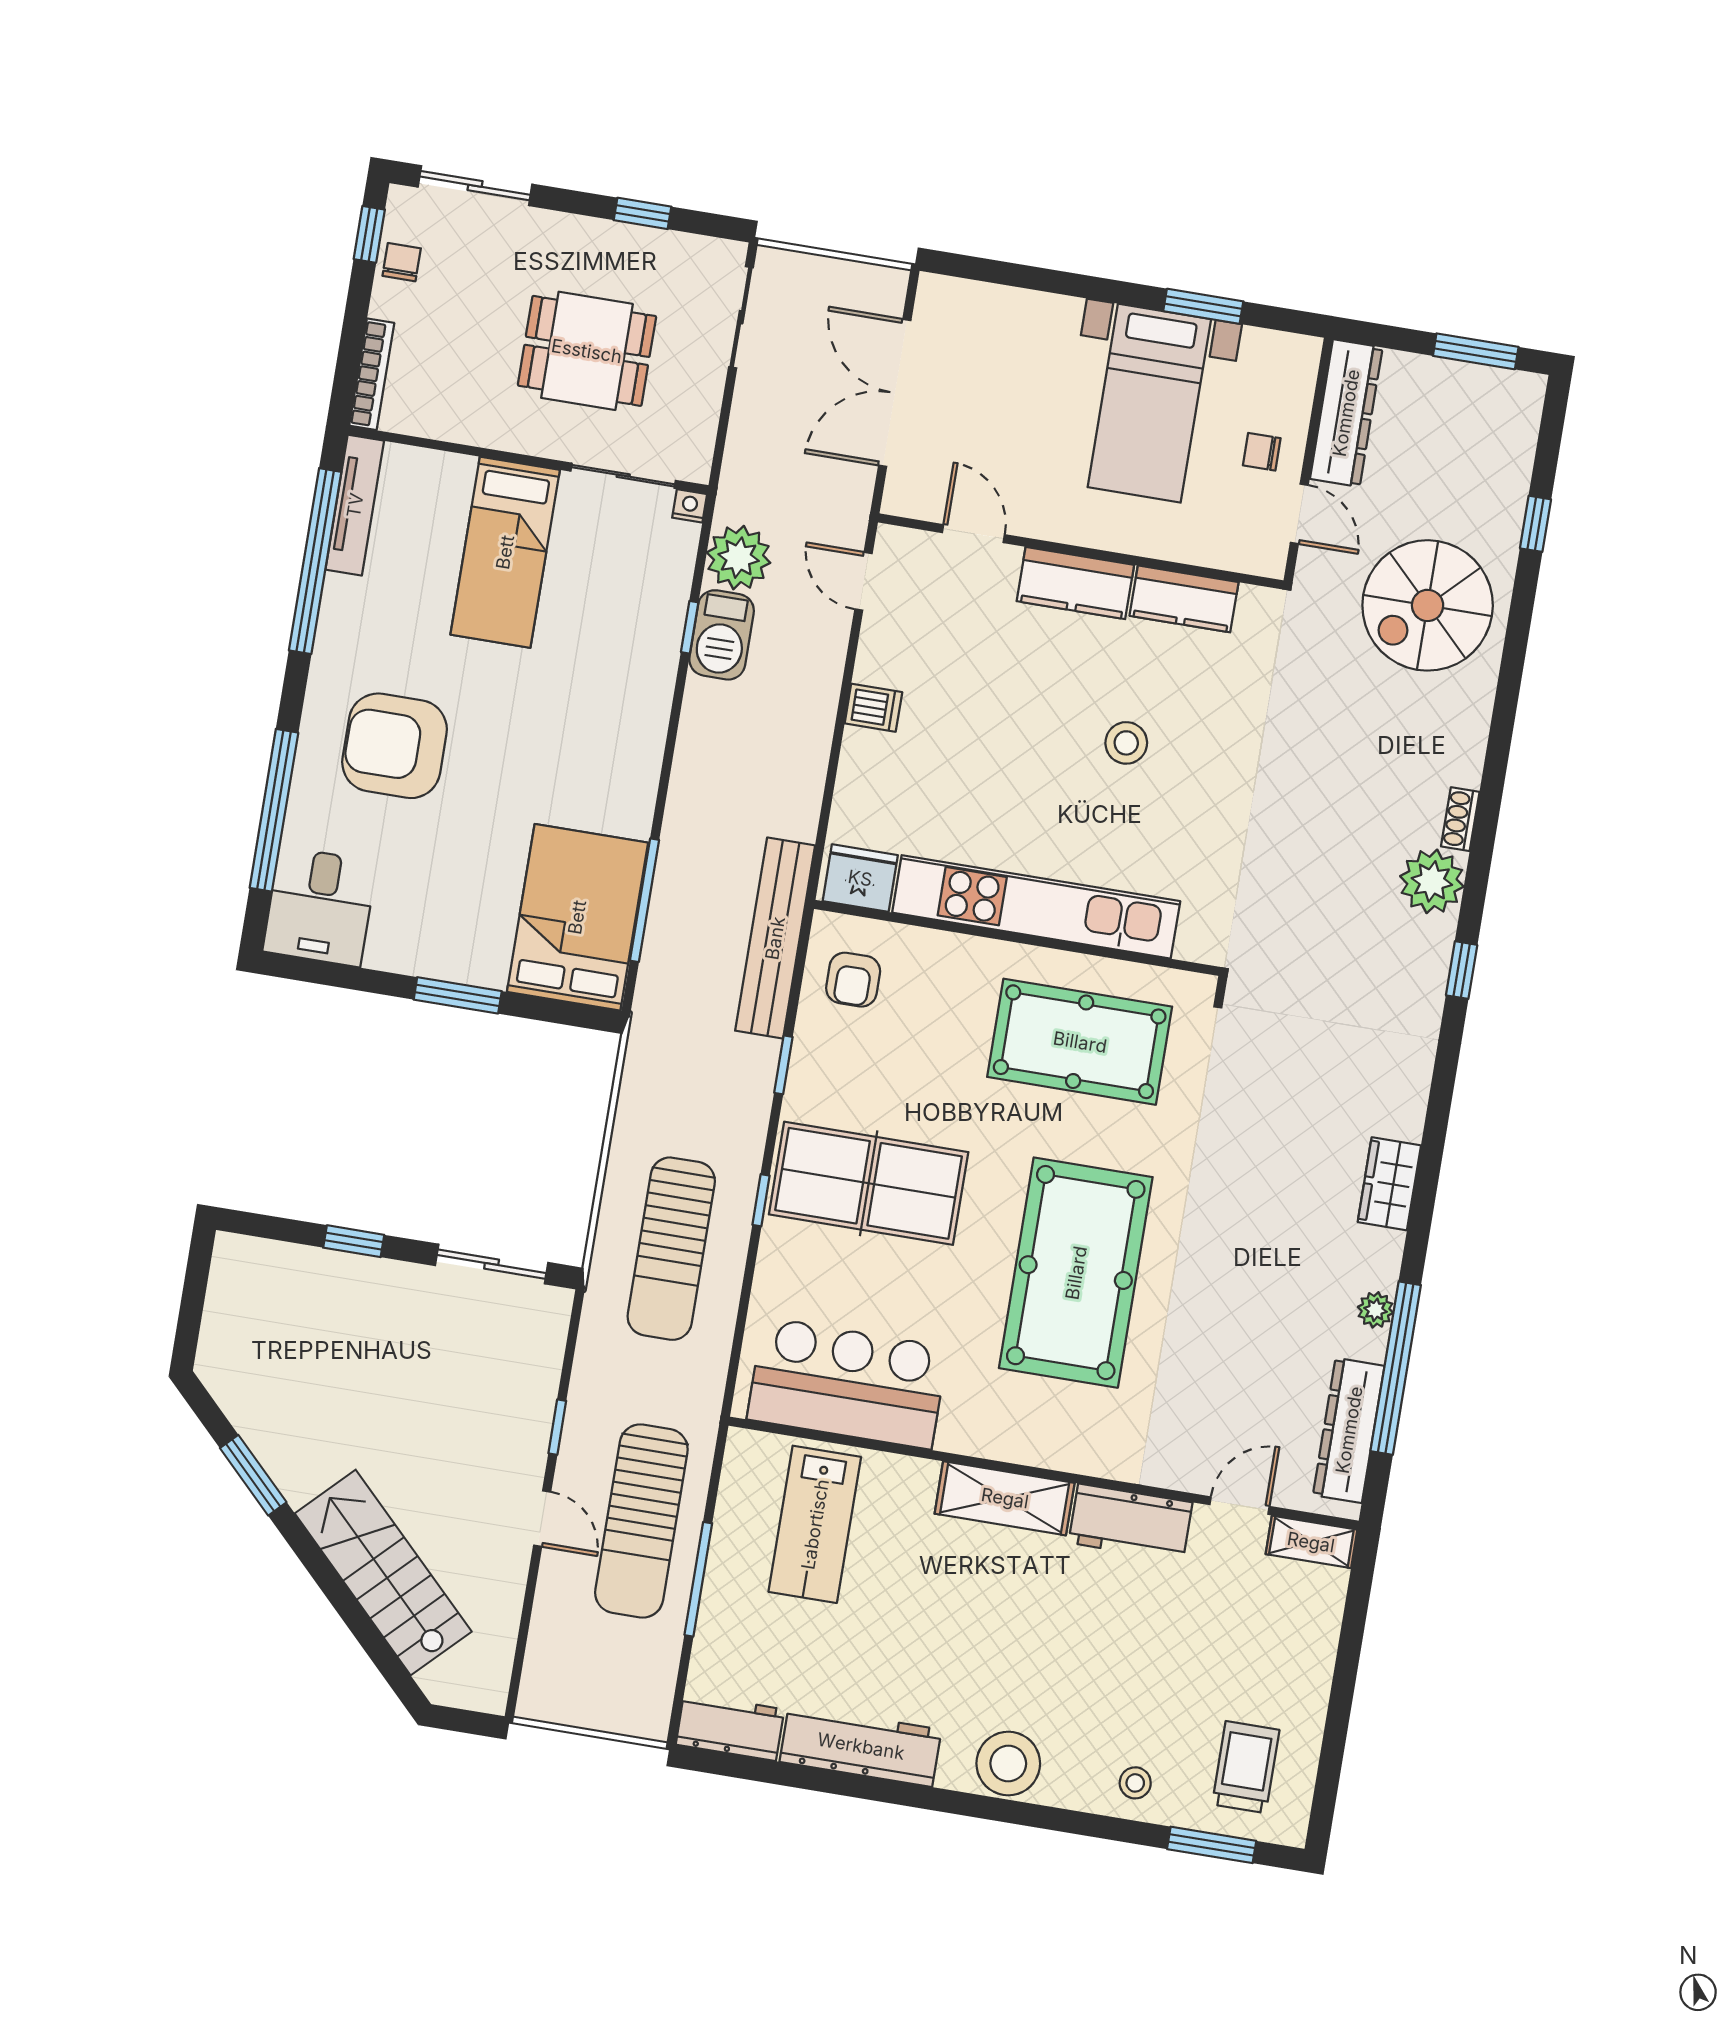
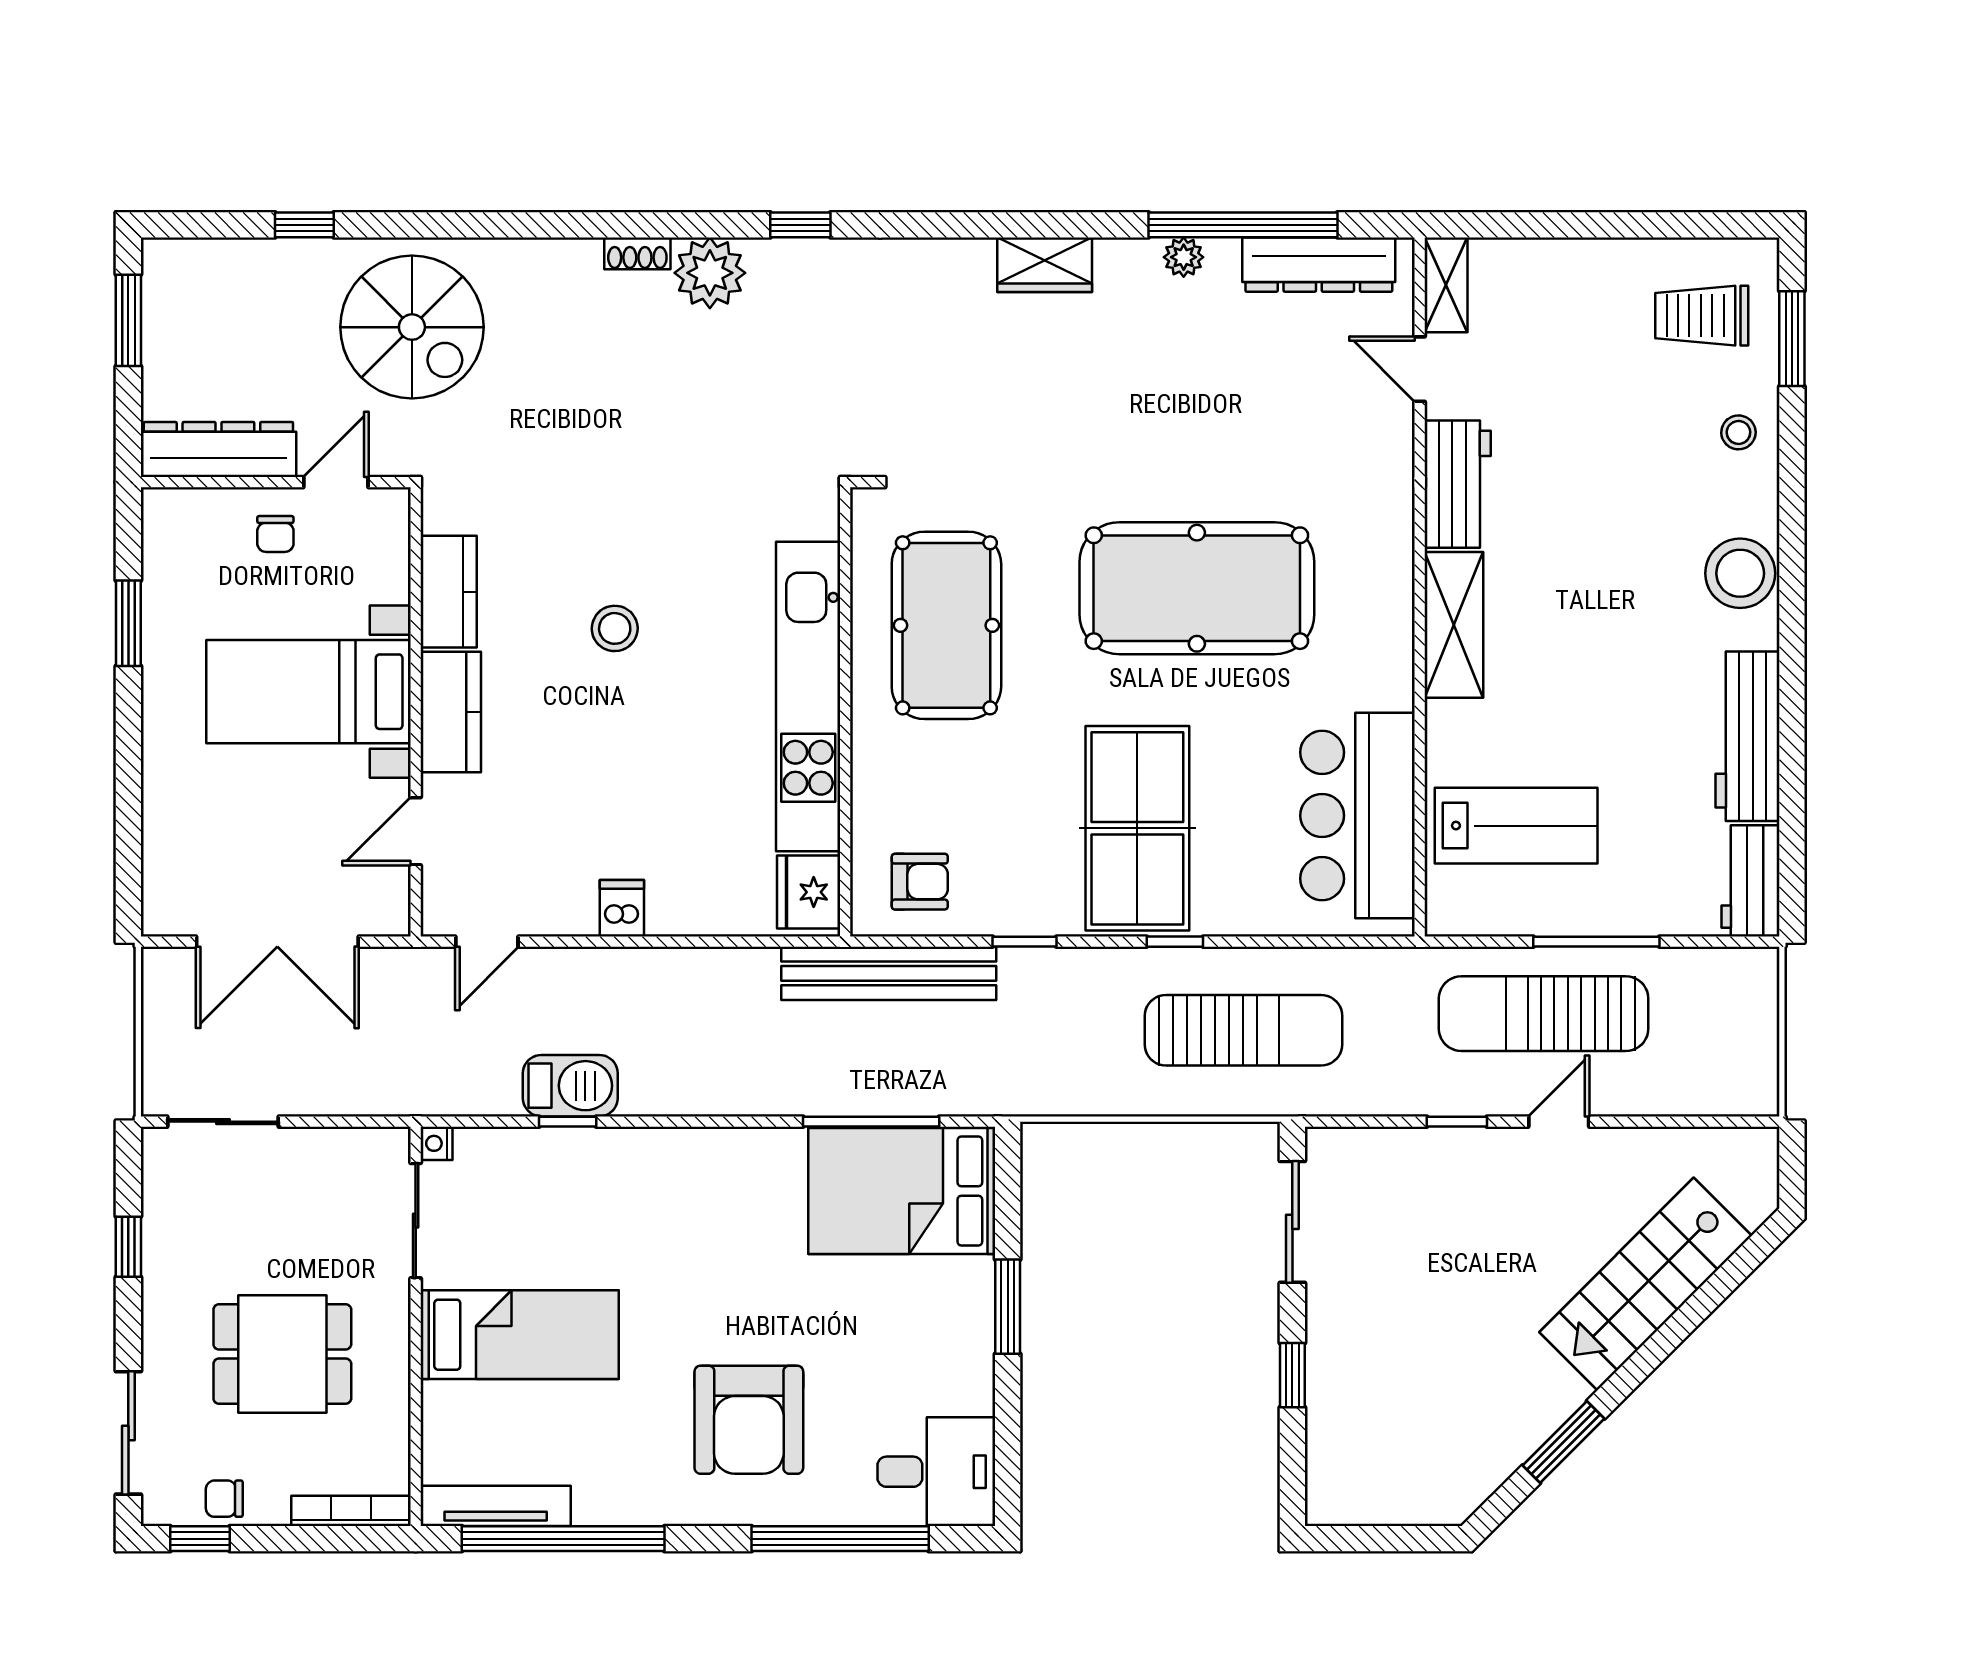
dining table: (587, 351) -> (282, 1354), moved, turned 90
bed with nightstands: (1149, 403) -> (309, 692), moved, turned 180
plant: (739, 558) -> (484, 1081), removed
sun lounger: (641, 1521) -> (1544, 1014), turned 180

